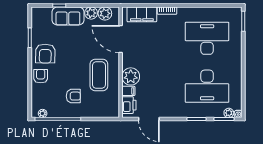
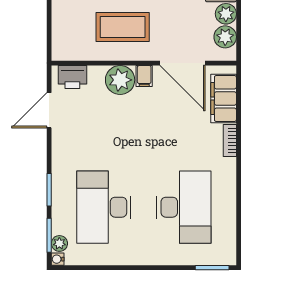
door: (121, 39) -> (183, 63), swing flipped
filing cabinet: (128, 91) -> (144, 76), moved

